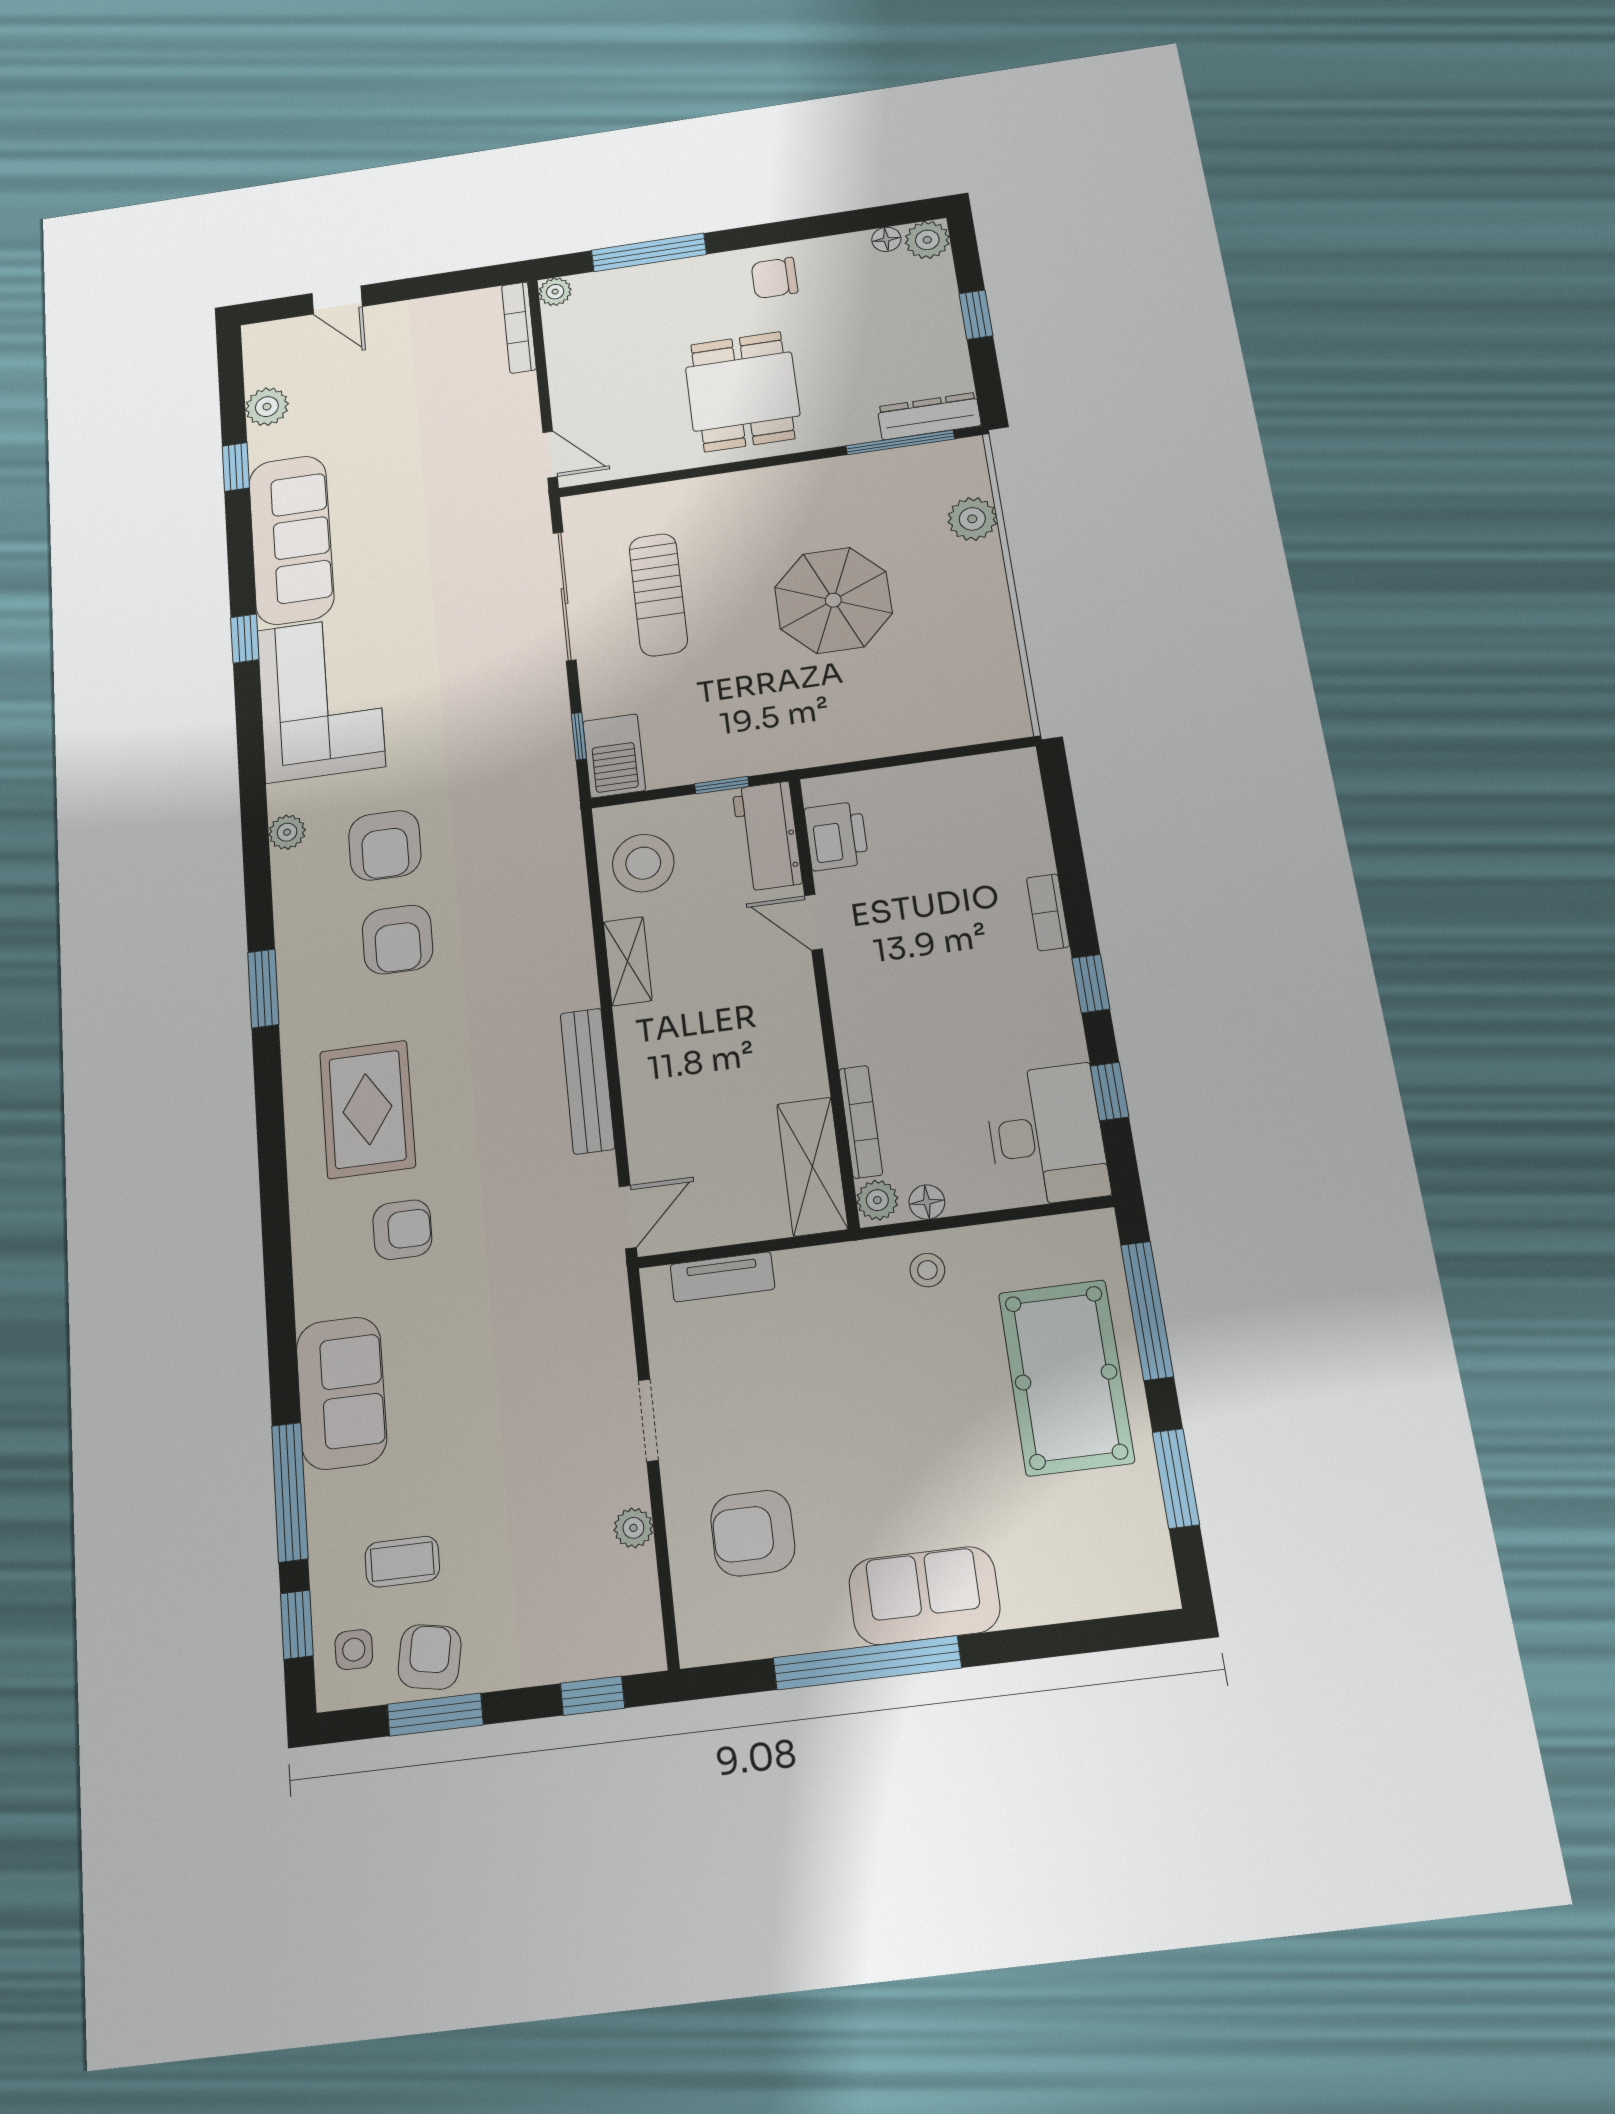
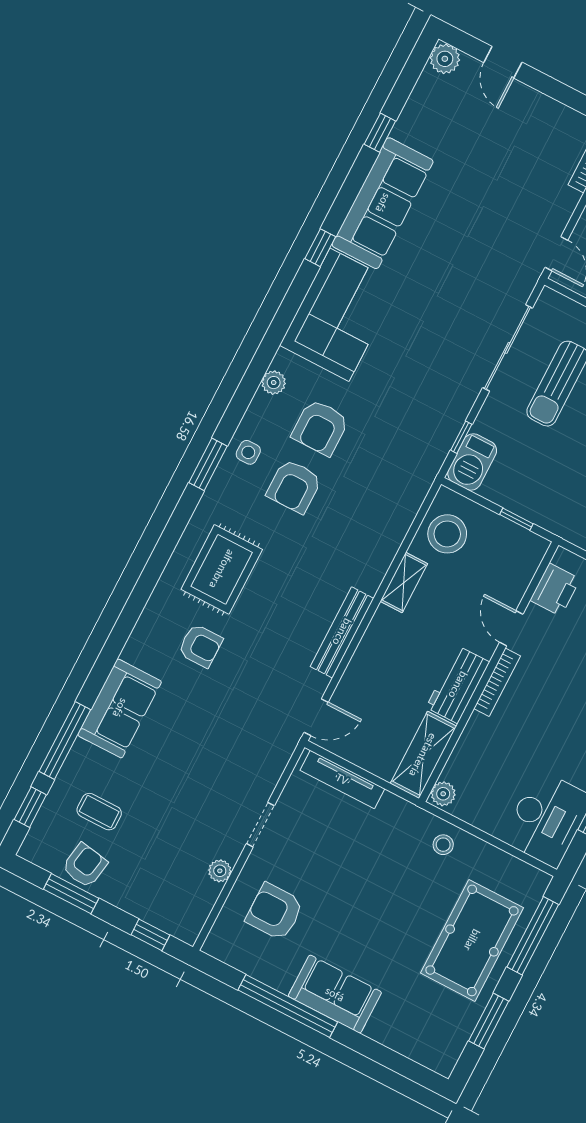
plant: (267, 407) -> (445, 59), moved
workbench: (767, 836) -> (458, 685), moved
bookcase: (861, 1122) -> (497, 682), moved
floor lamp: (927, 1202) -> (466, 811), removed
tv unit: (722, 1277) -> (342, 779), width x1.41
side table: (354, 1650) -> (248, 452), moved

